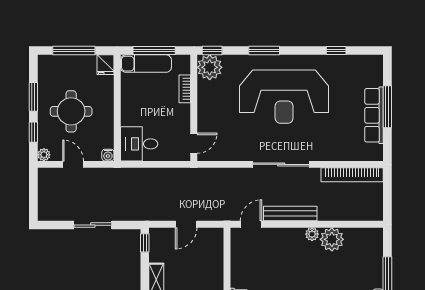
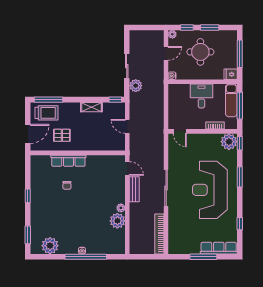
row of seats: (374, 115) -> (219, 248), moved
desk: (139, 144) -> (201, 96), moved
plant: (123, 211) -> (136, 86), added
bench: (290, 213) -> (134, 189), width x0.73

